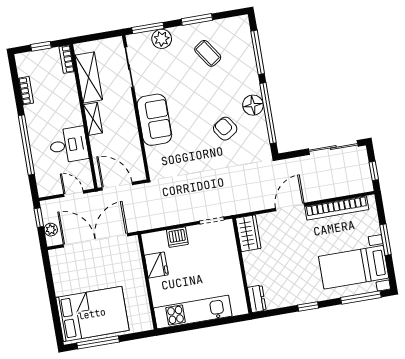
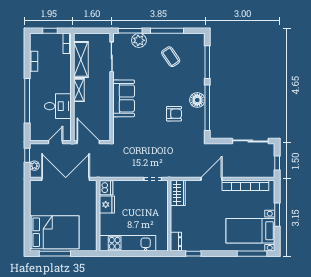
window: (197, 20) -> (167, 31), width x1.44
armchair: (225, 129) -> (174, 114), turned 124
door: (74, 194) -> (56, 142), hinge flipped
dishwasher: (177, 237) -> (106, 188), moved, turned -90
window: (308, 307) -> (193, 254), moved

